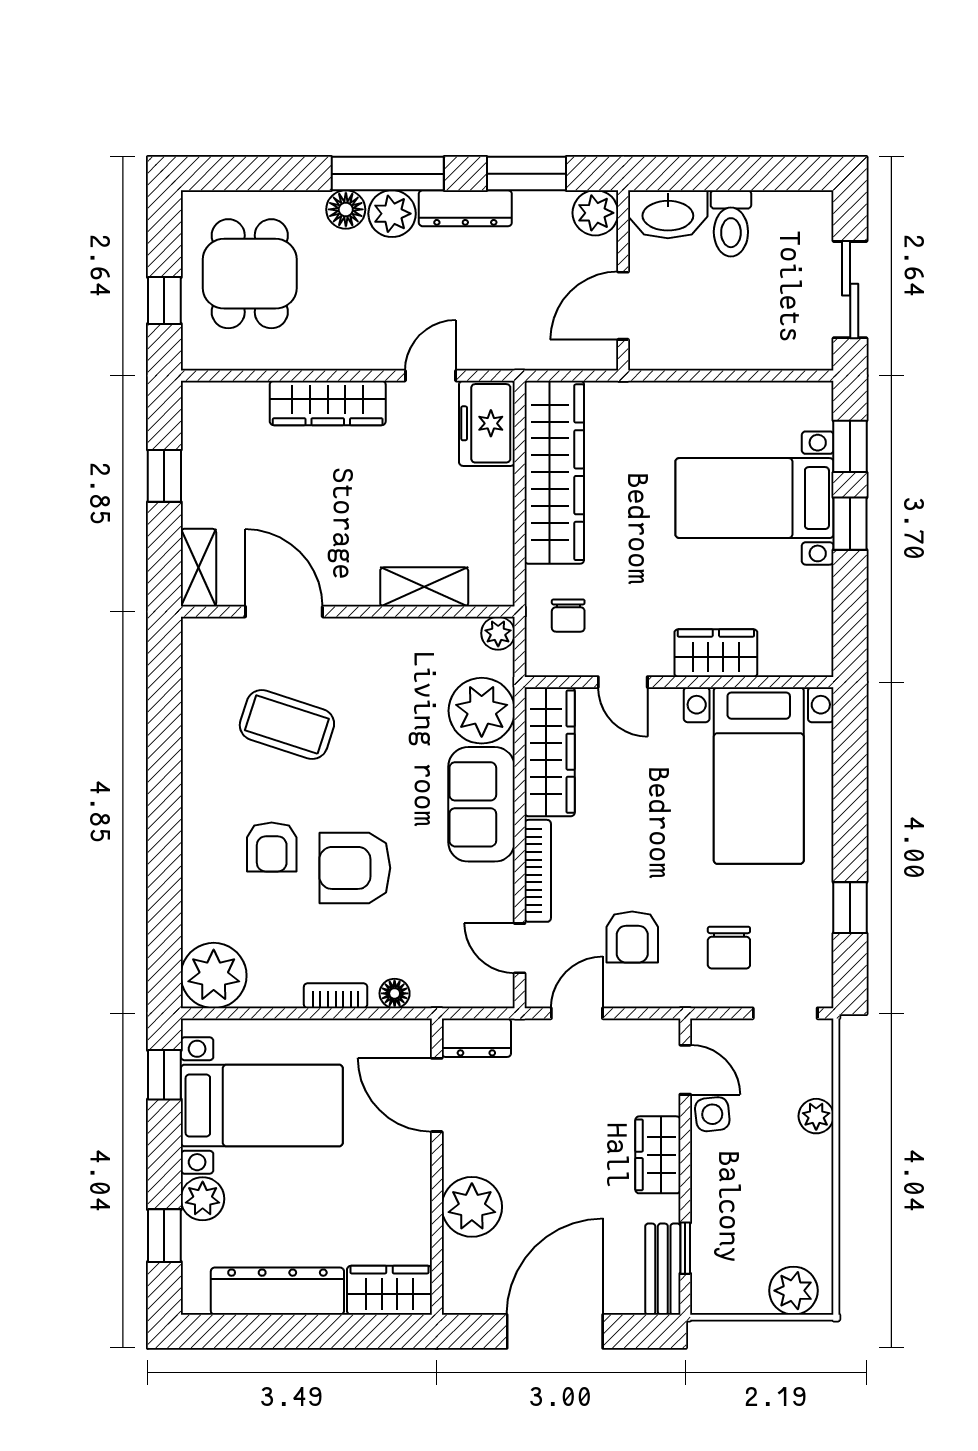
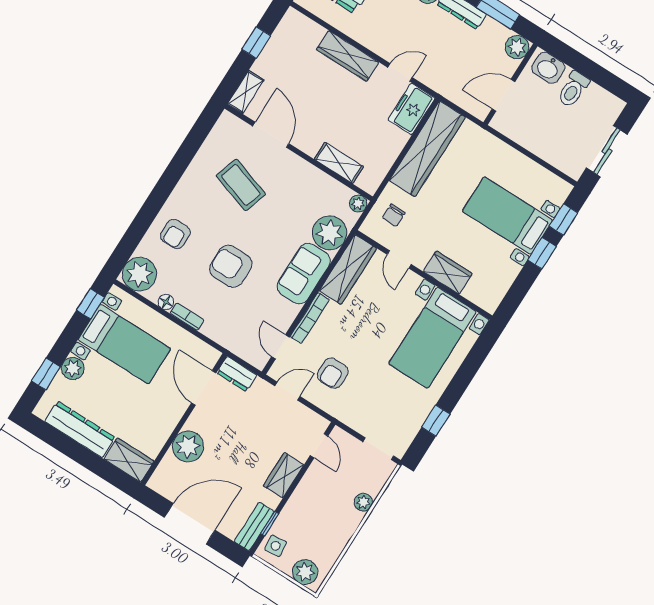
washbasin: (668, 214) -> (548, 68), width x0.72
armchair: (272, 847) -> (175, 234), moved
chair: (729, 948) -> (372, 405), removed
floor lamp: (395, 993) -> (166, 302), moved
side table: (712, 1114) -> (276, 546), moved

